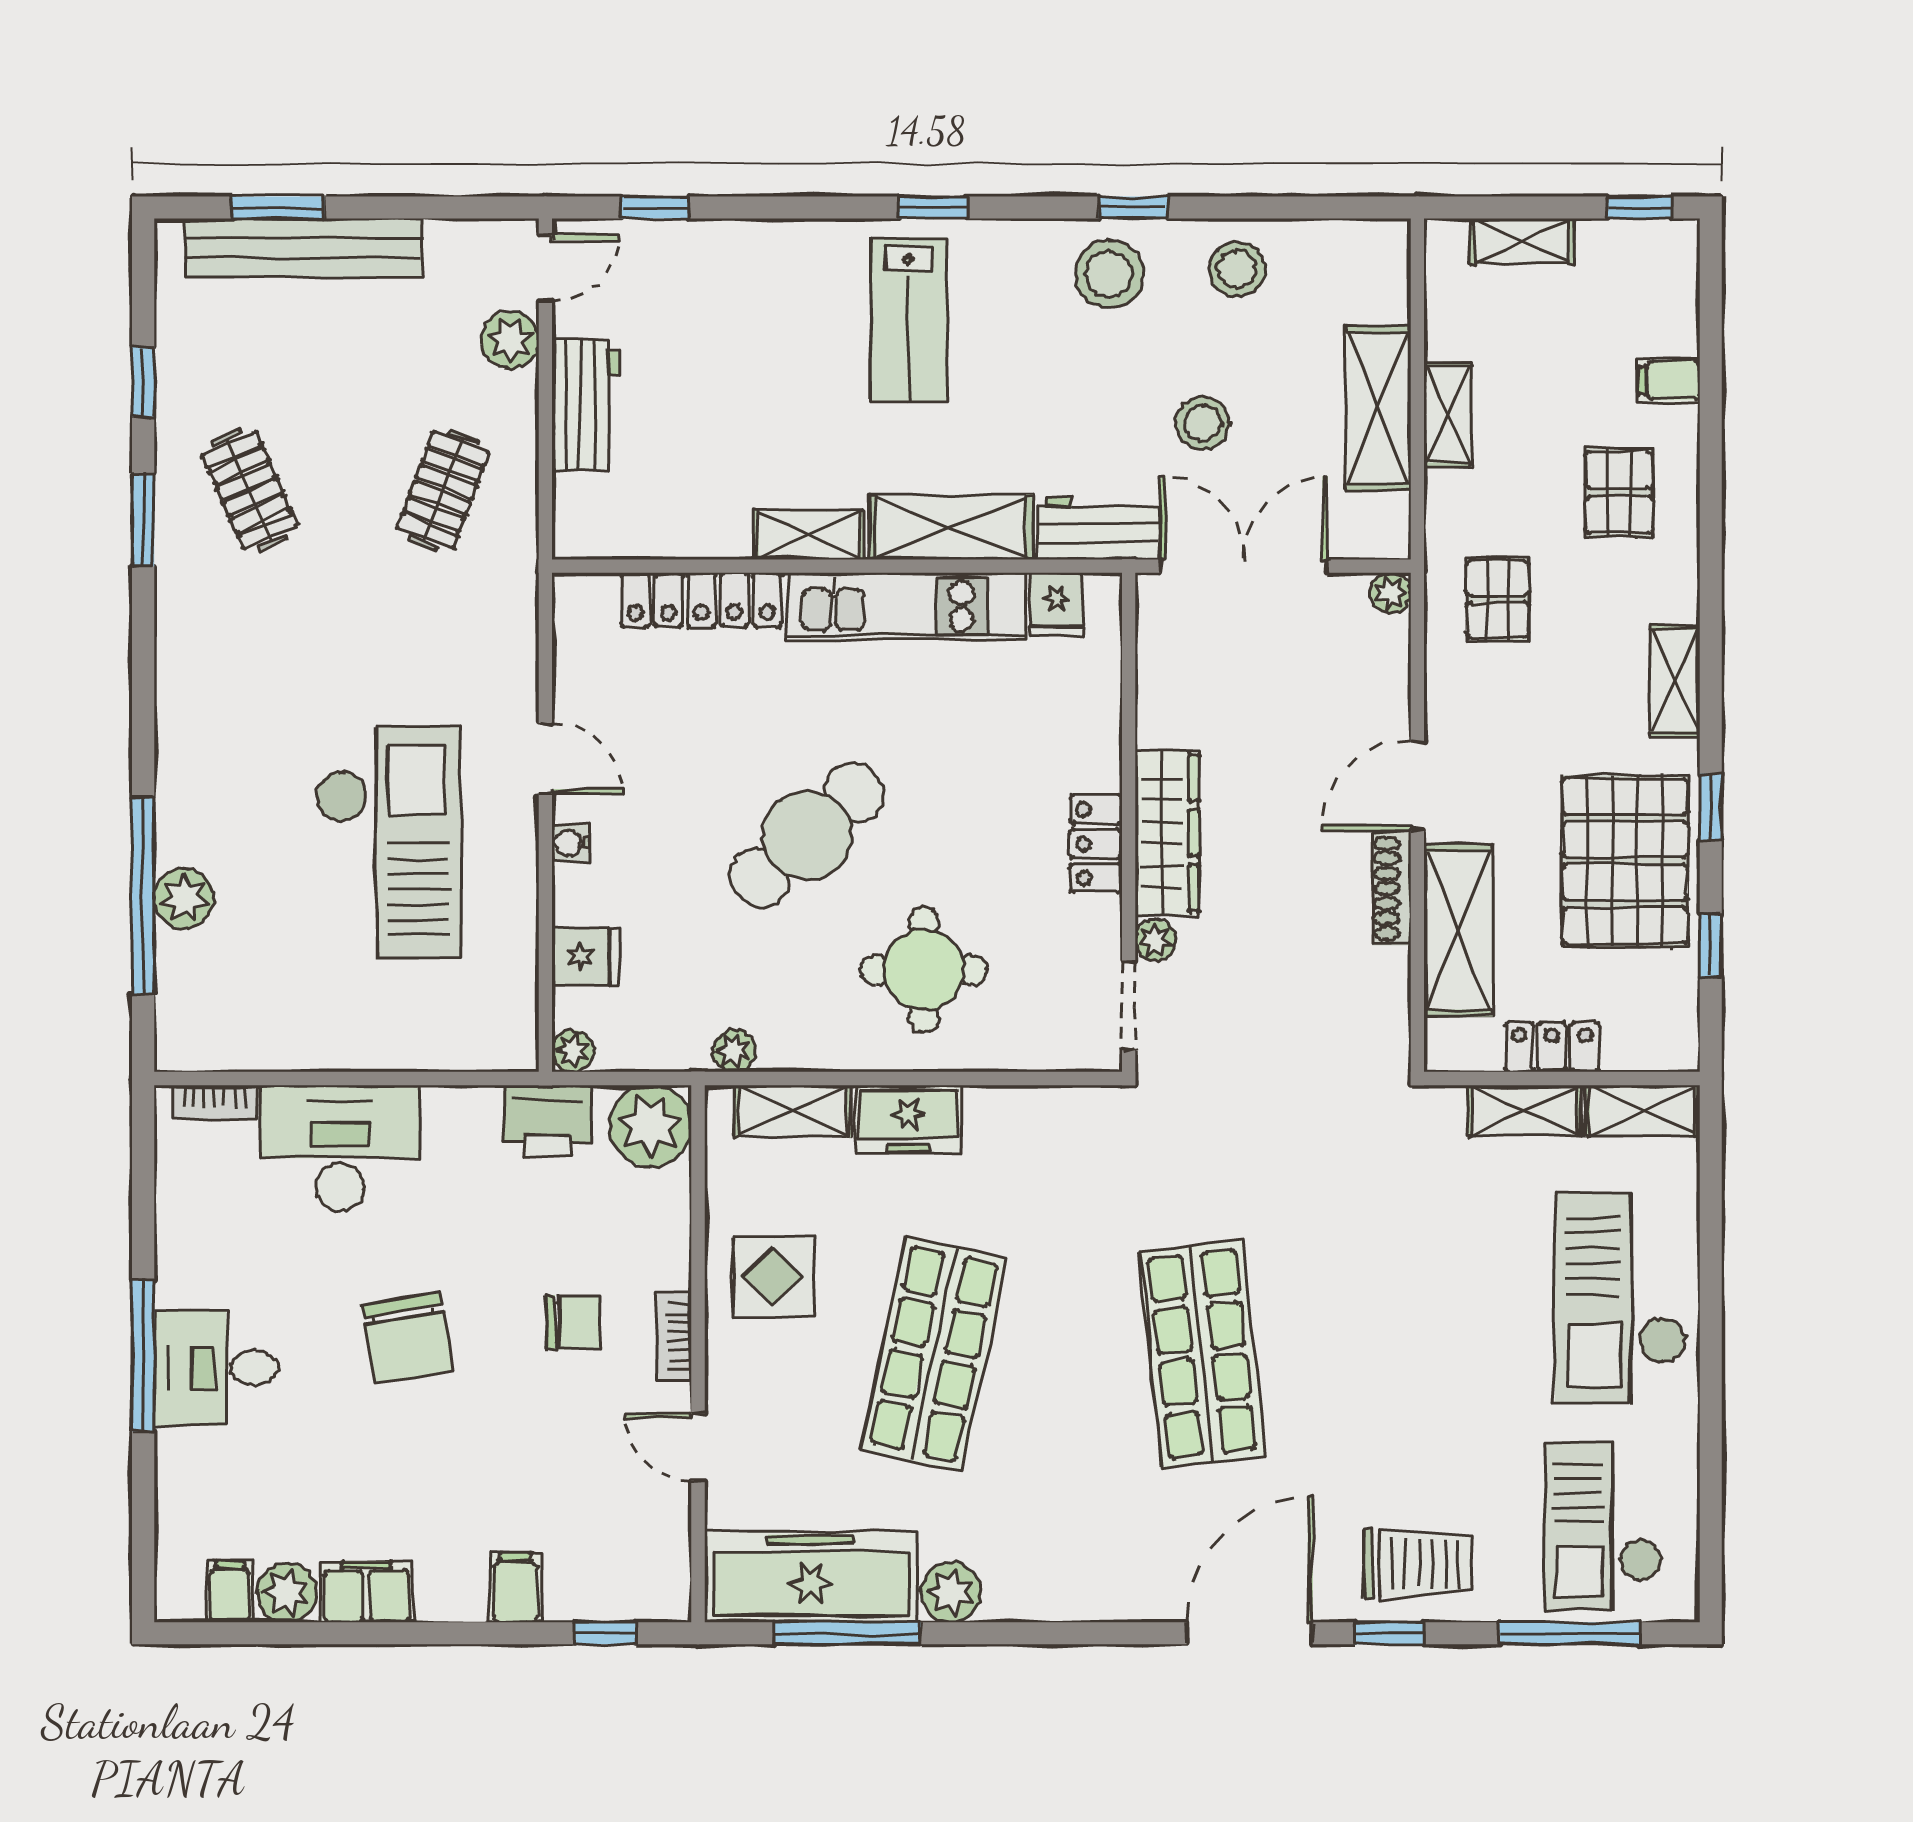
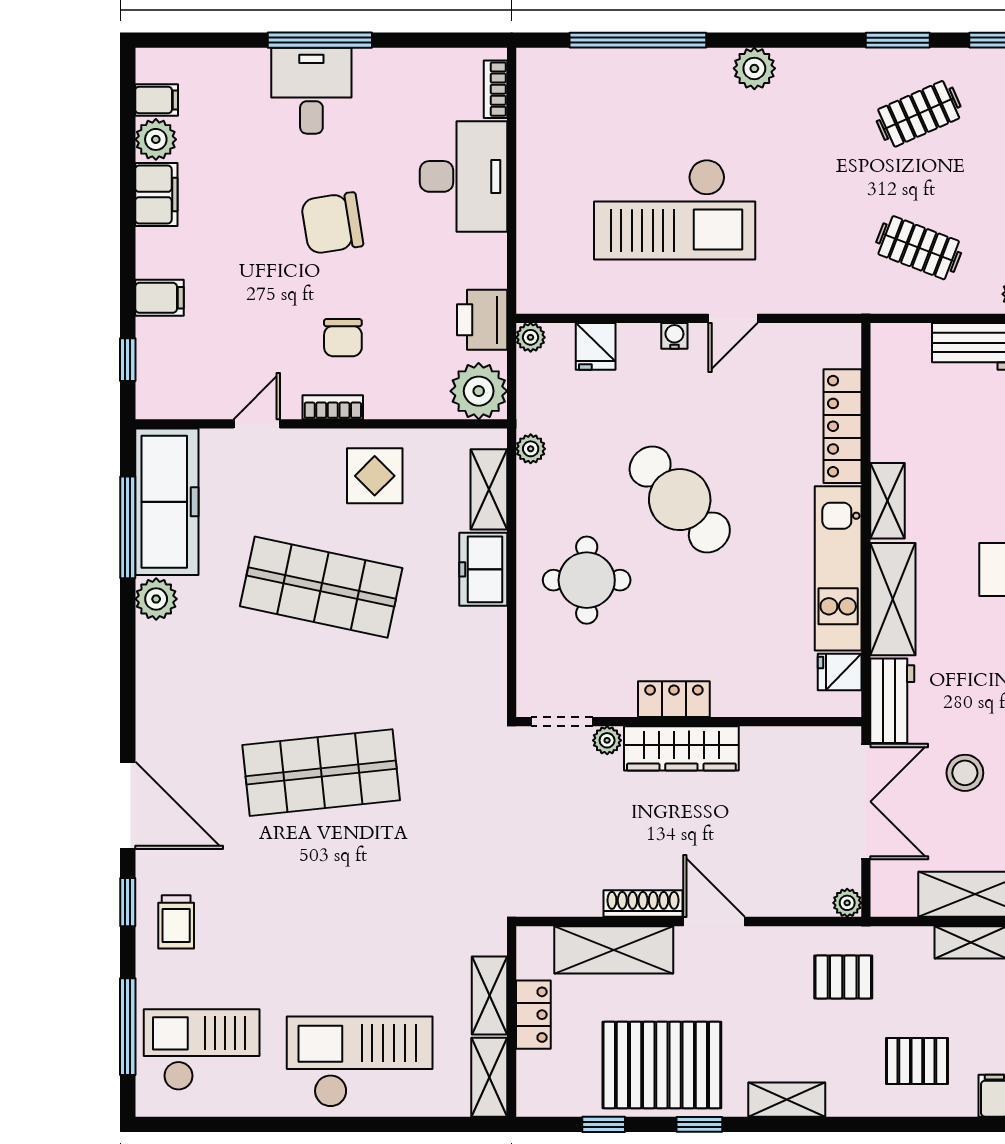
plant: (184, 898) -> (754, 68), moved
trolley: (1418, 1563) -> (176, 922), width x0.73, depth x0.72

